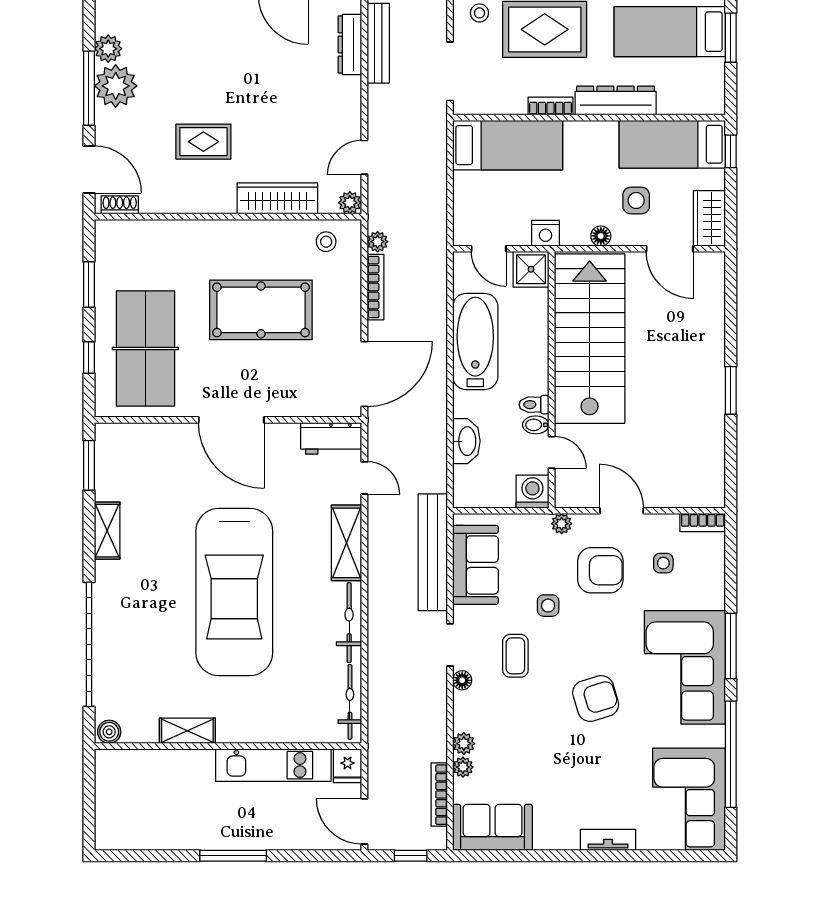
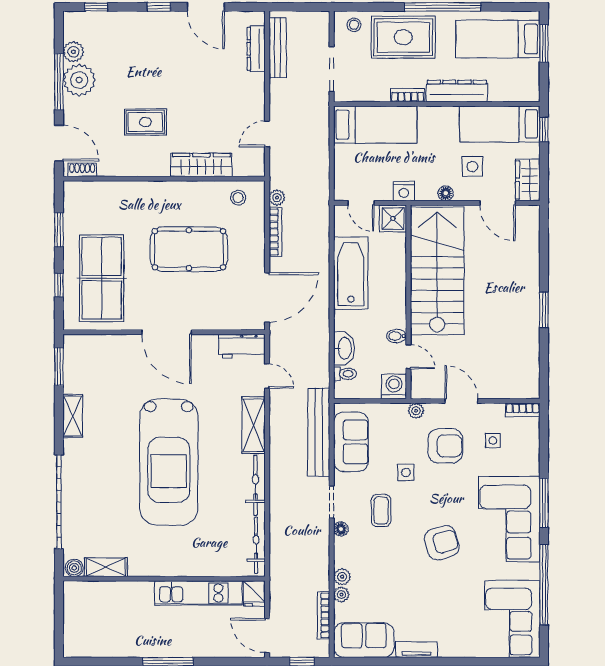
plant: (350, 203) -> (256, 168), removed
toilet: (534, 405) -> (345, 374), moved, turned 180
shelving: (187, 731) -> (106, 567), moved
tv unit: (608, 840) -> (417, 650), moved

